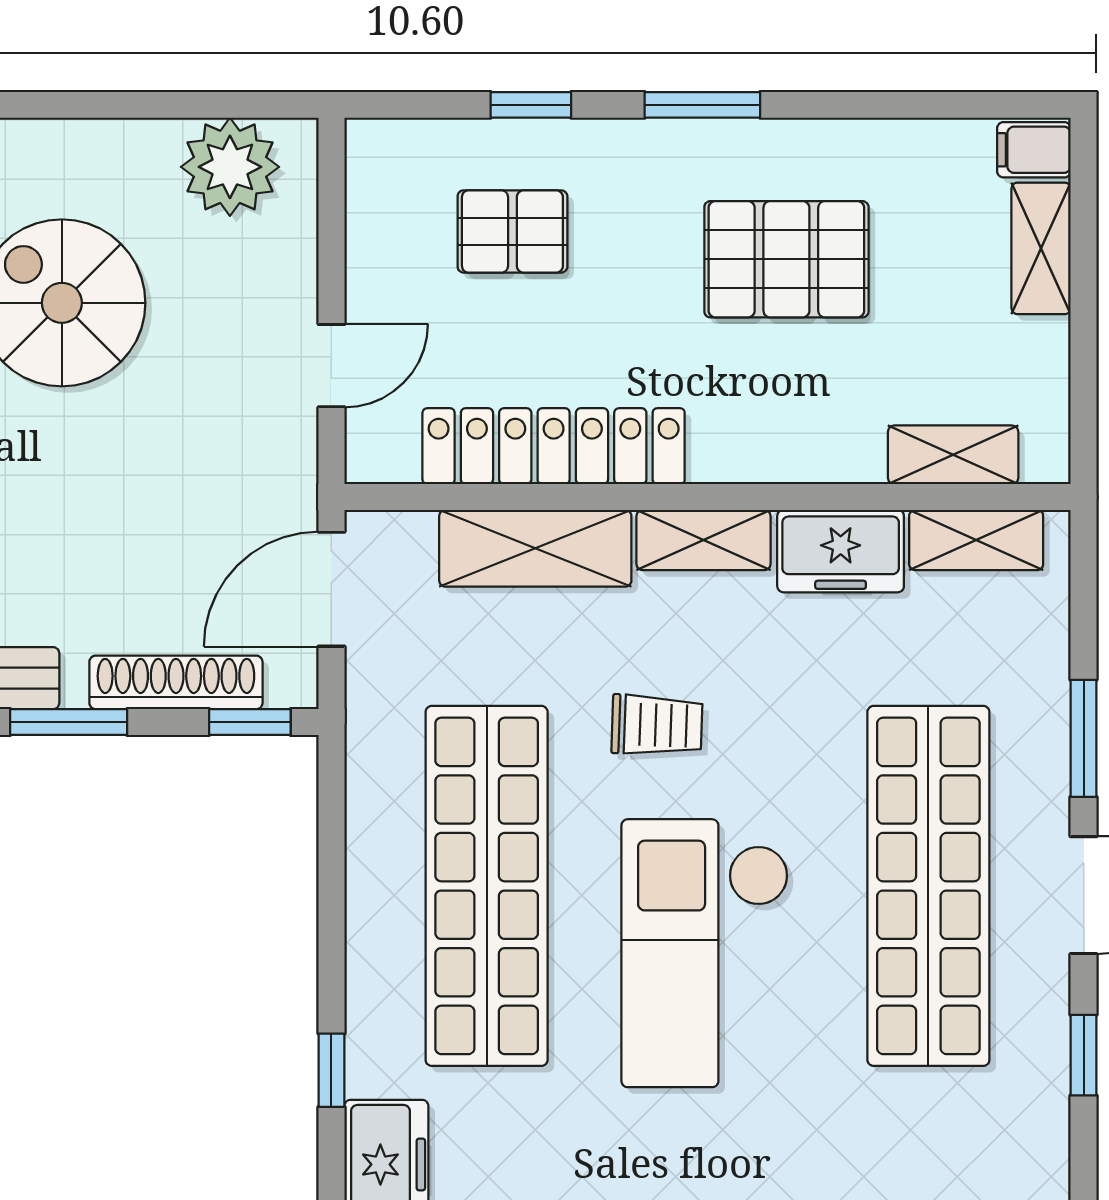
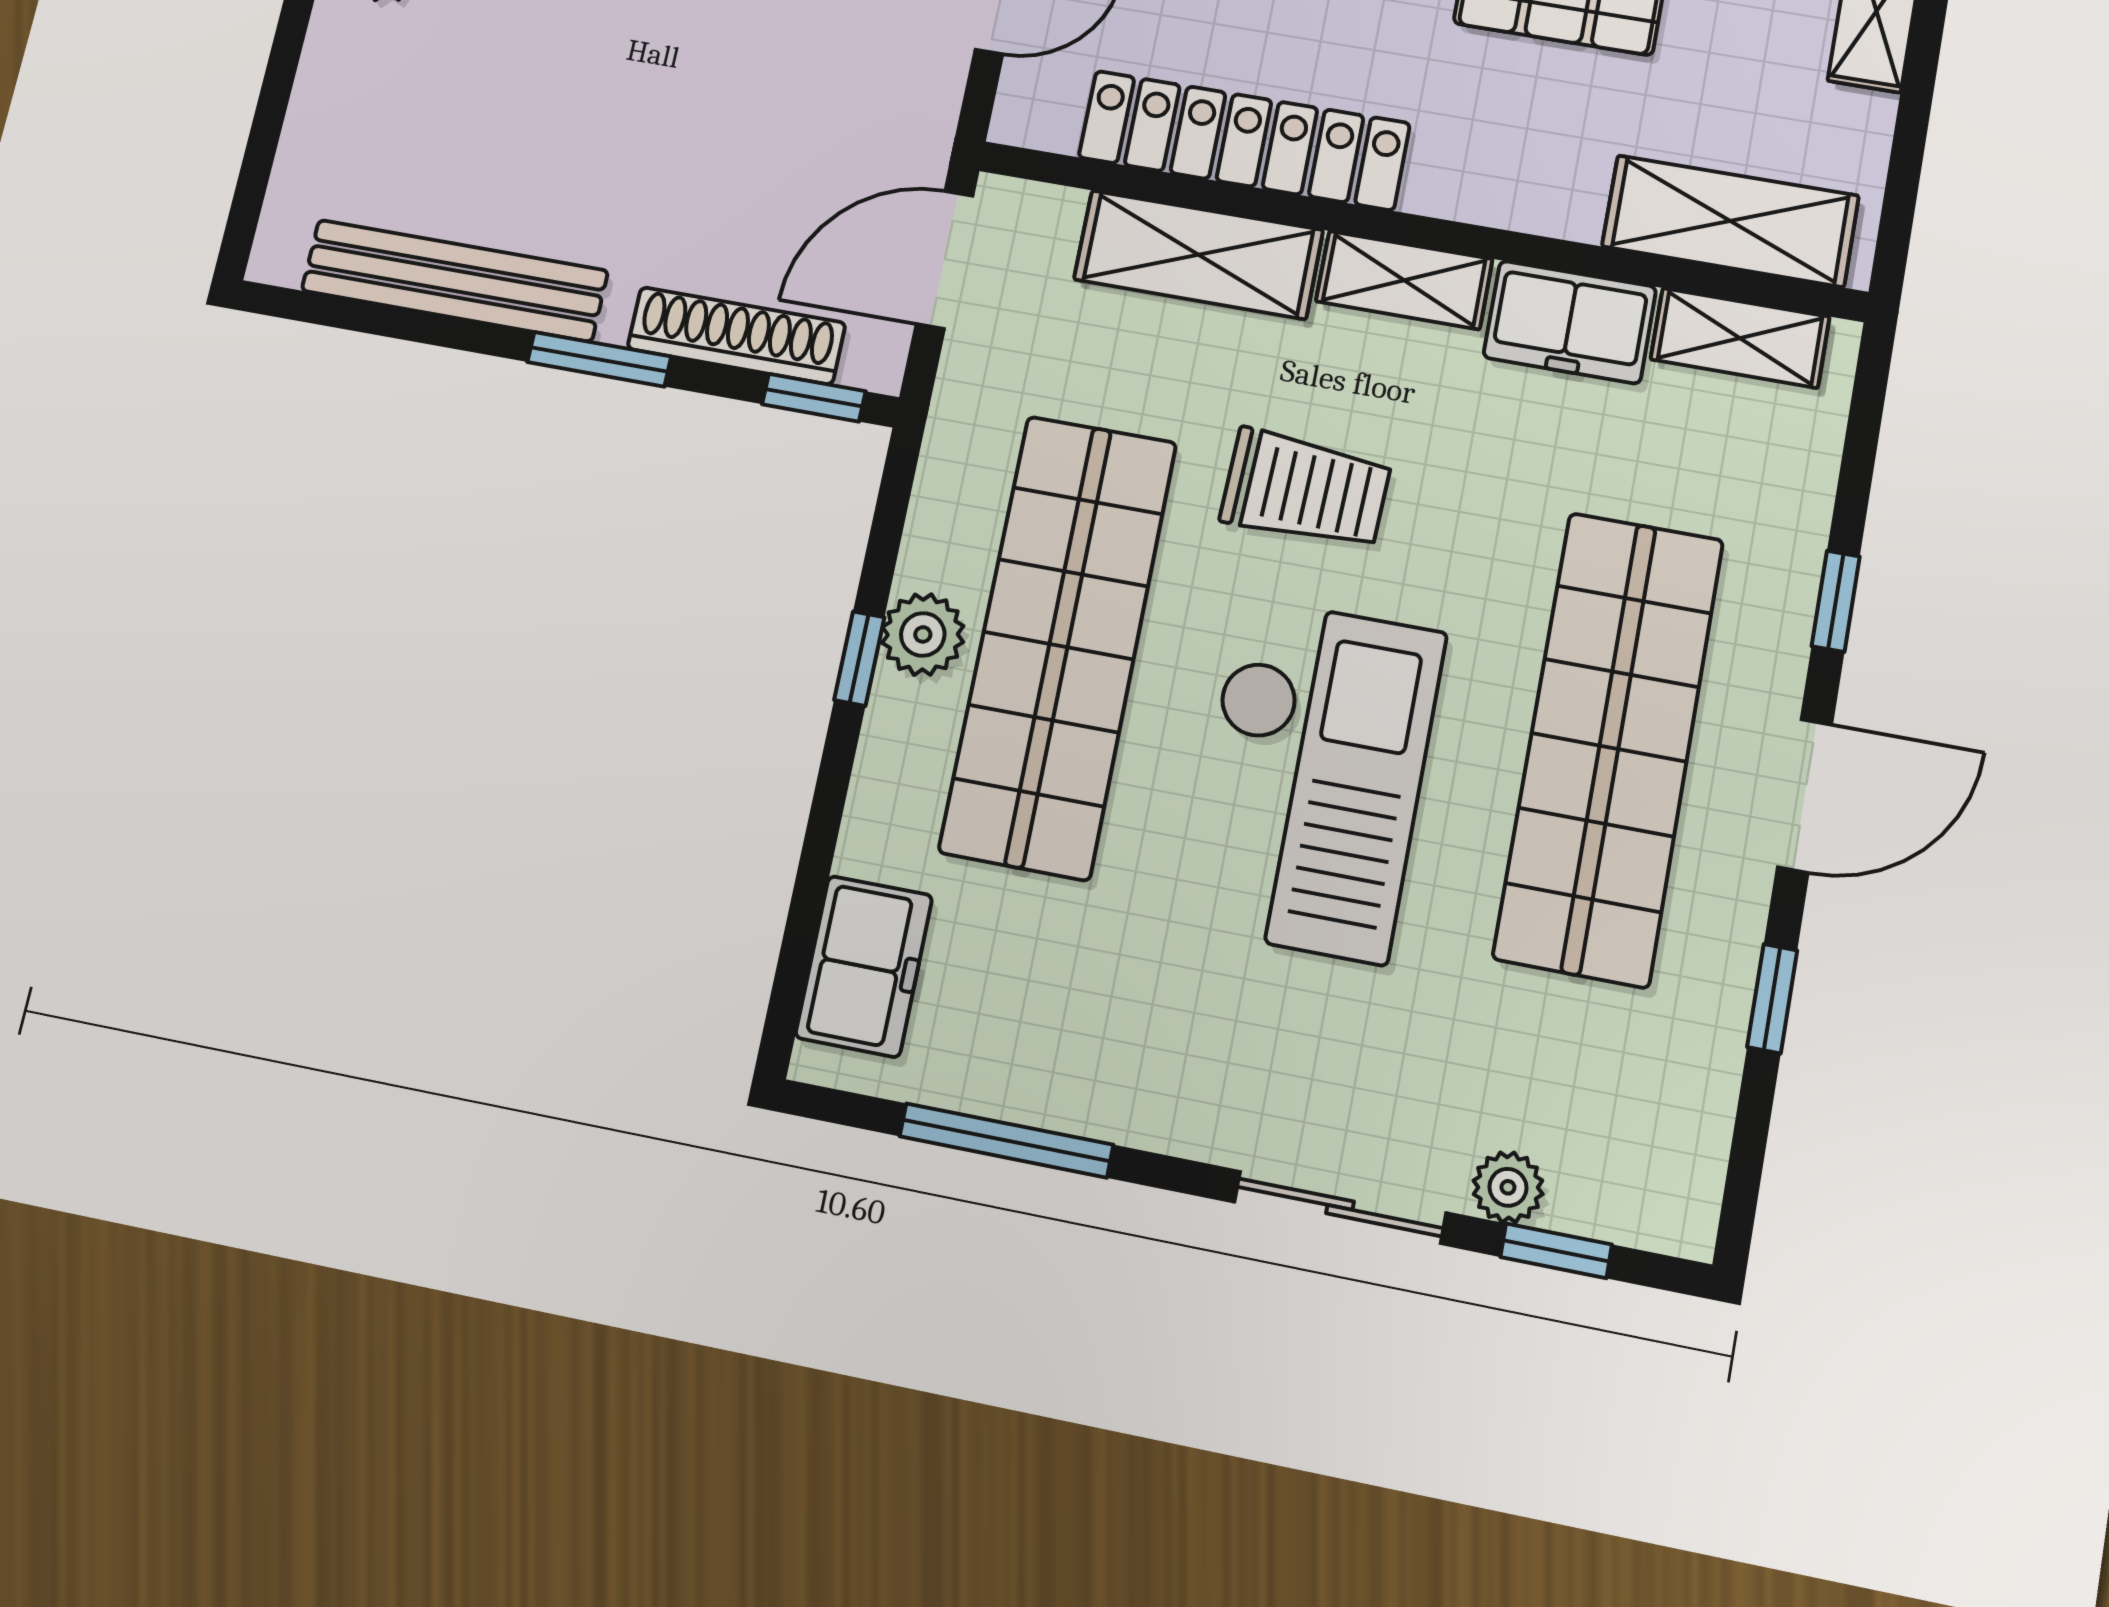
shelving: (953, 455) -> (1730, 221), width x1.50, depth x1.33
trolley: (657, 725) -> (1306, 489), width x1.36, depth x1.39
window: (1084, 738) -> (1836, 601), width x0.67
plant: (378, 897) -> (923, 634), added
checkout: (705, 953) -> (1313, 779), turned 180
window: (331, 1070) -> (859, 659), moved

